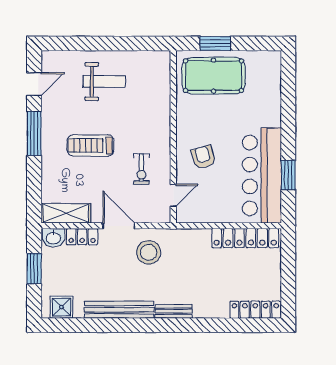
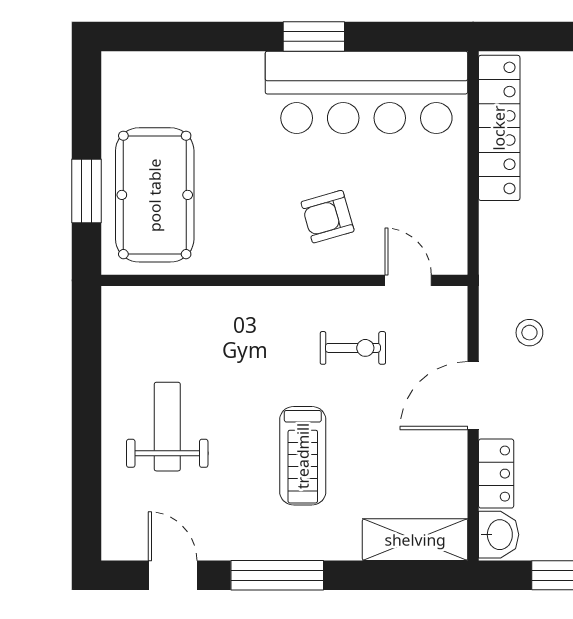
window: (288, 175) -> (314, 37), moved
shelving: (66, 213) -> (415, 540), moved, turned 90
stool: (149, 252) -> (529, 333), width x0.53, depth x0.53

